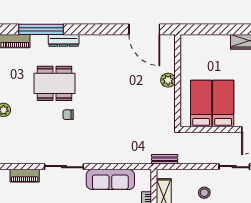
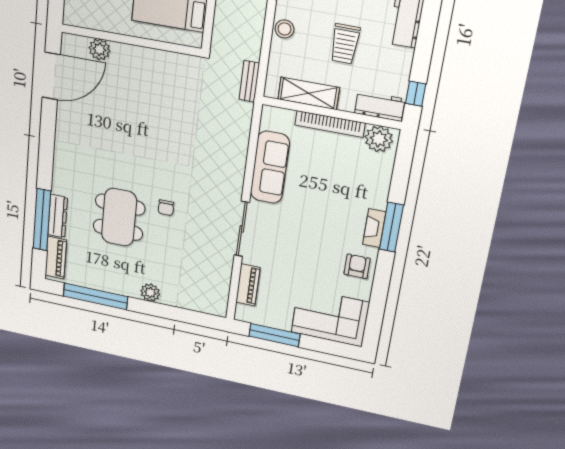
dresser: (64, 40) -> (58, 216), moved
plant: (168, 80) -> (99, 49), moved
stool: (204, 193) -> (284, 29), moved

